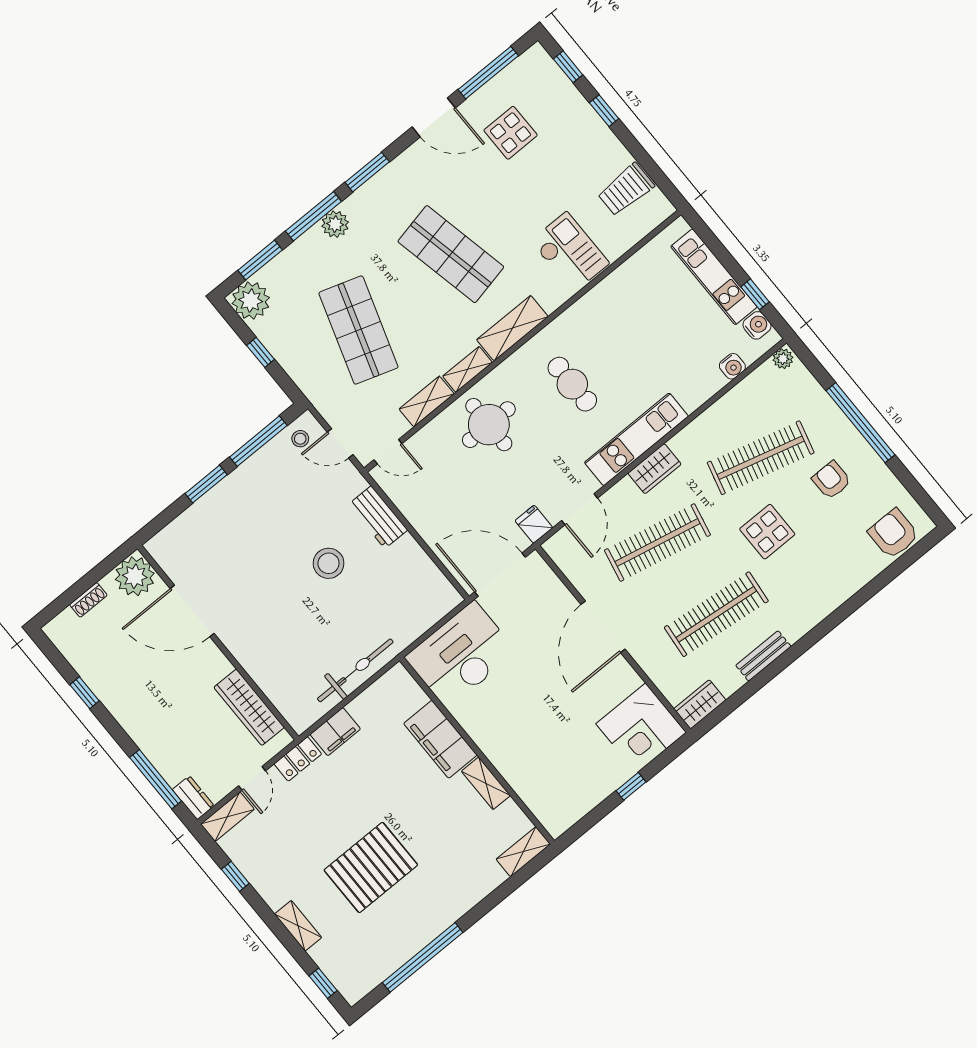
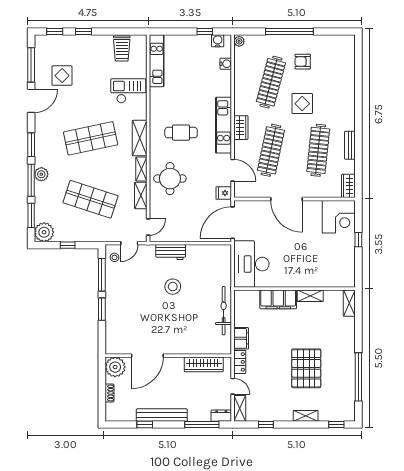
kitchen unit: (714, 277) -> (157, 61), moved, turned -90
armchair: (893, 534) -> (344, 55), removed
bench: (120, 707) -> (162, 415), added

